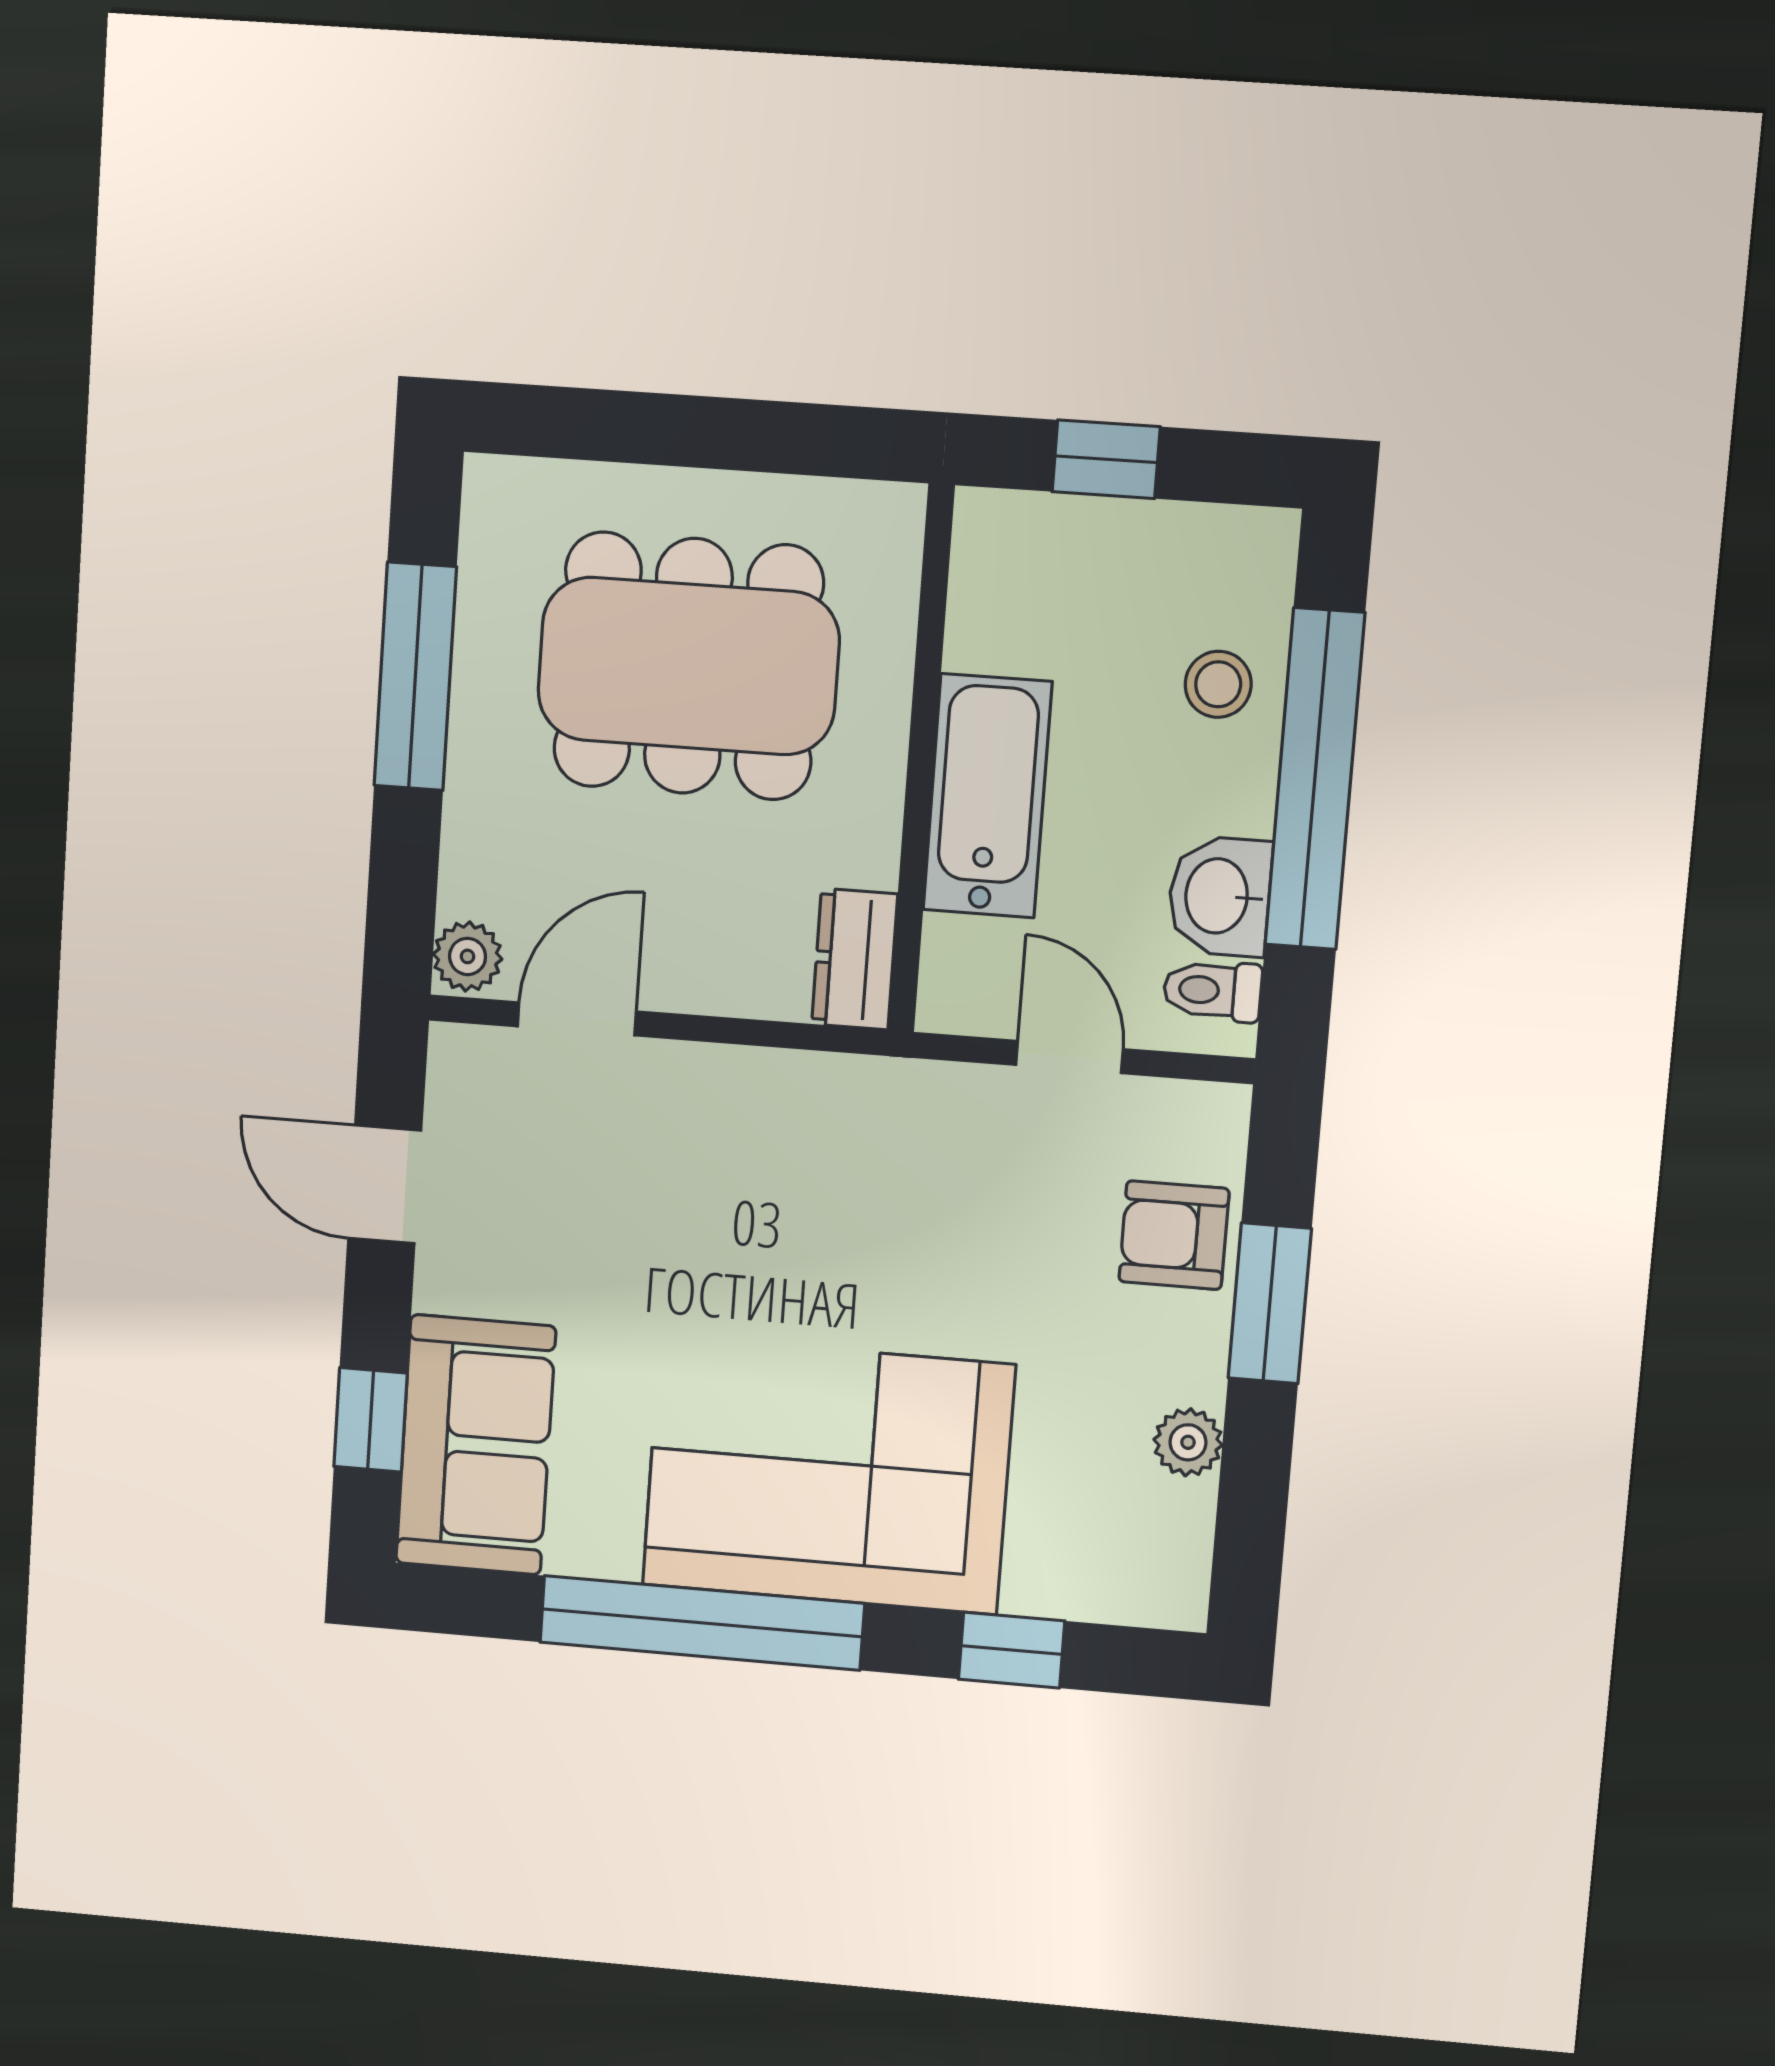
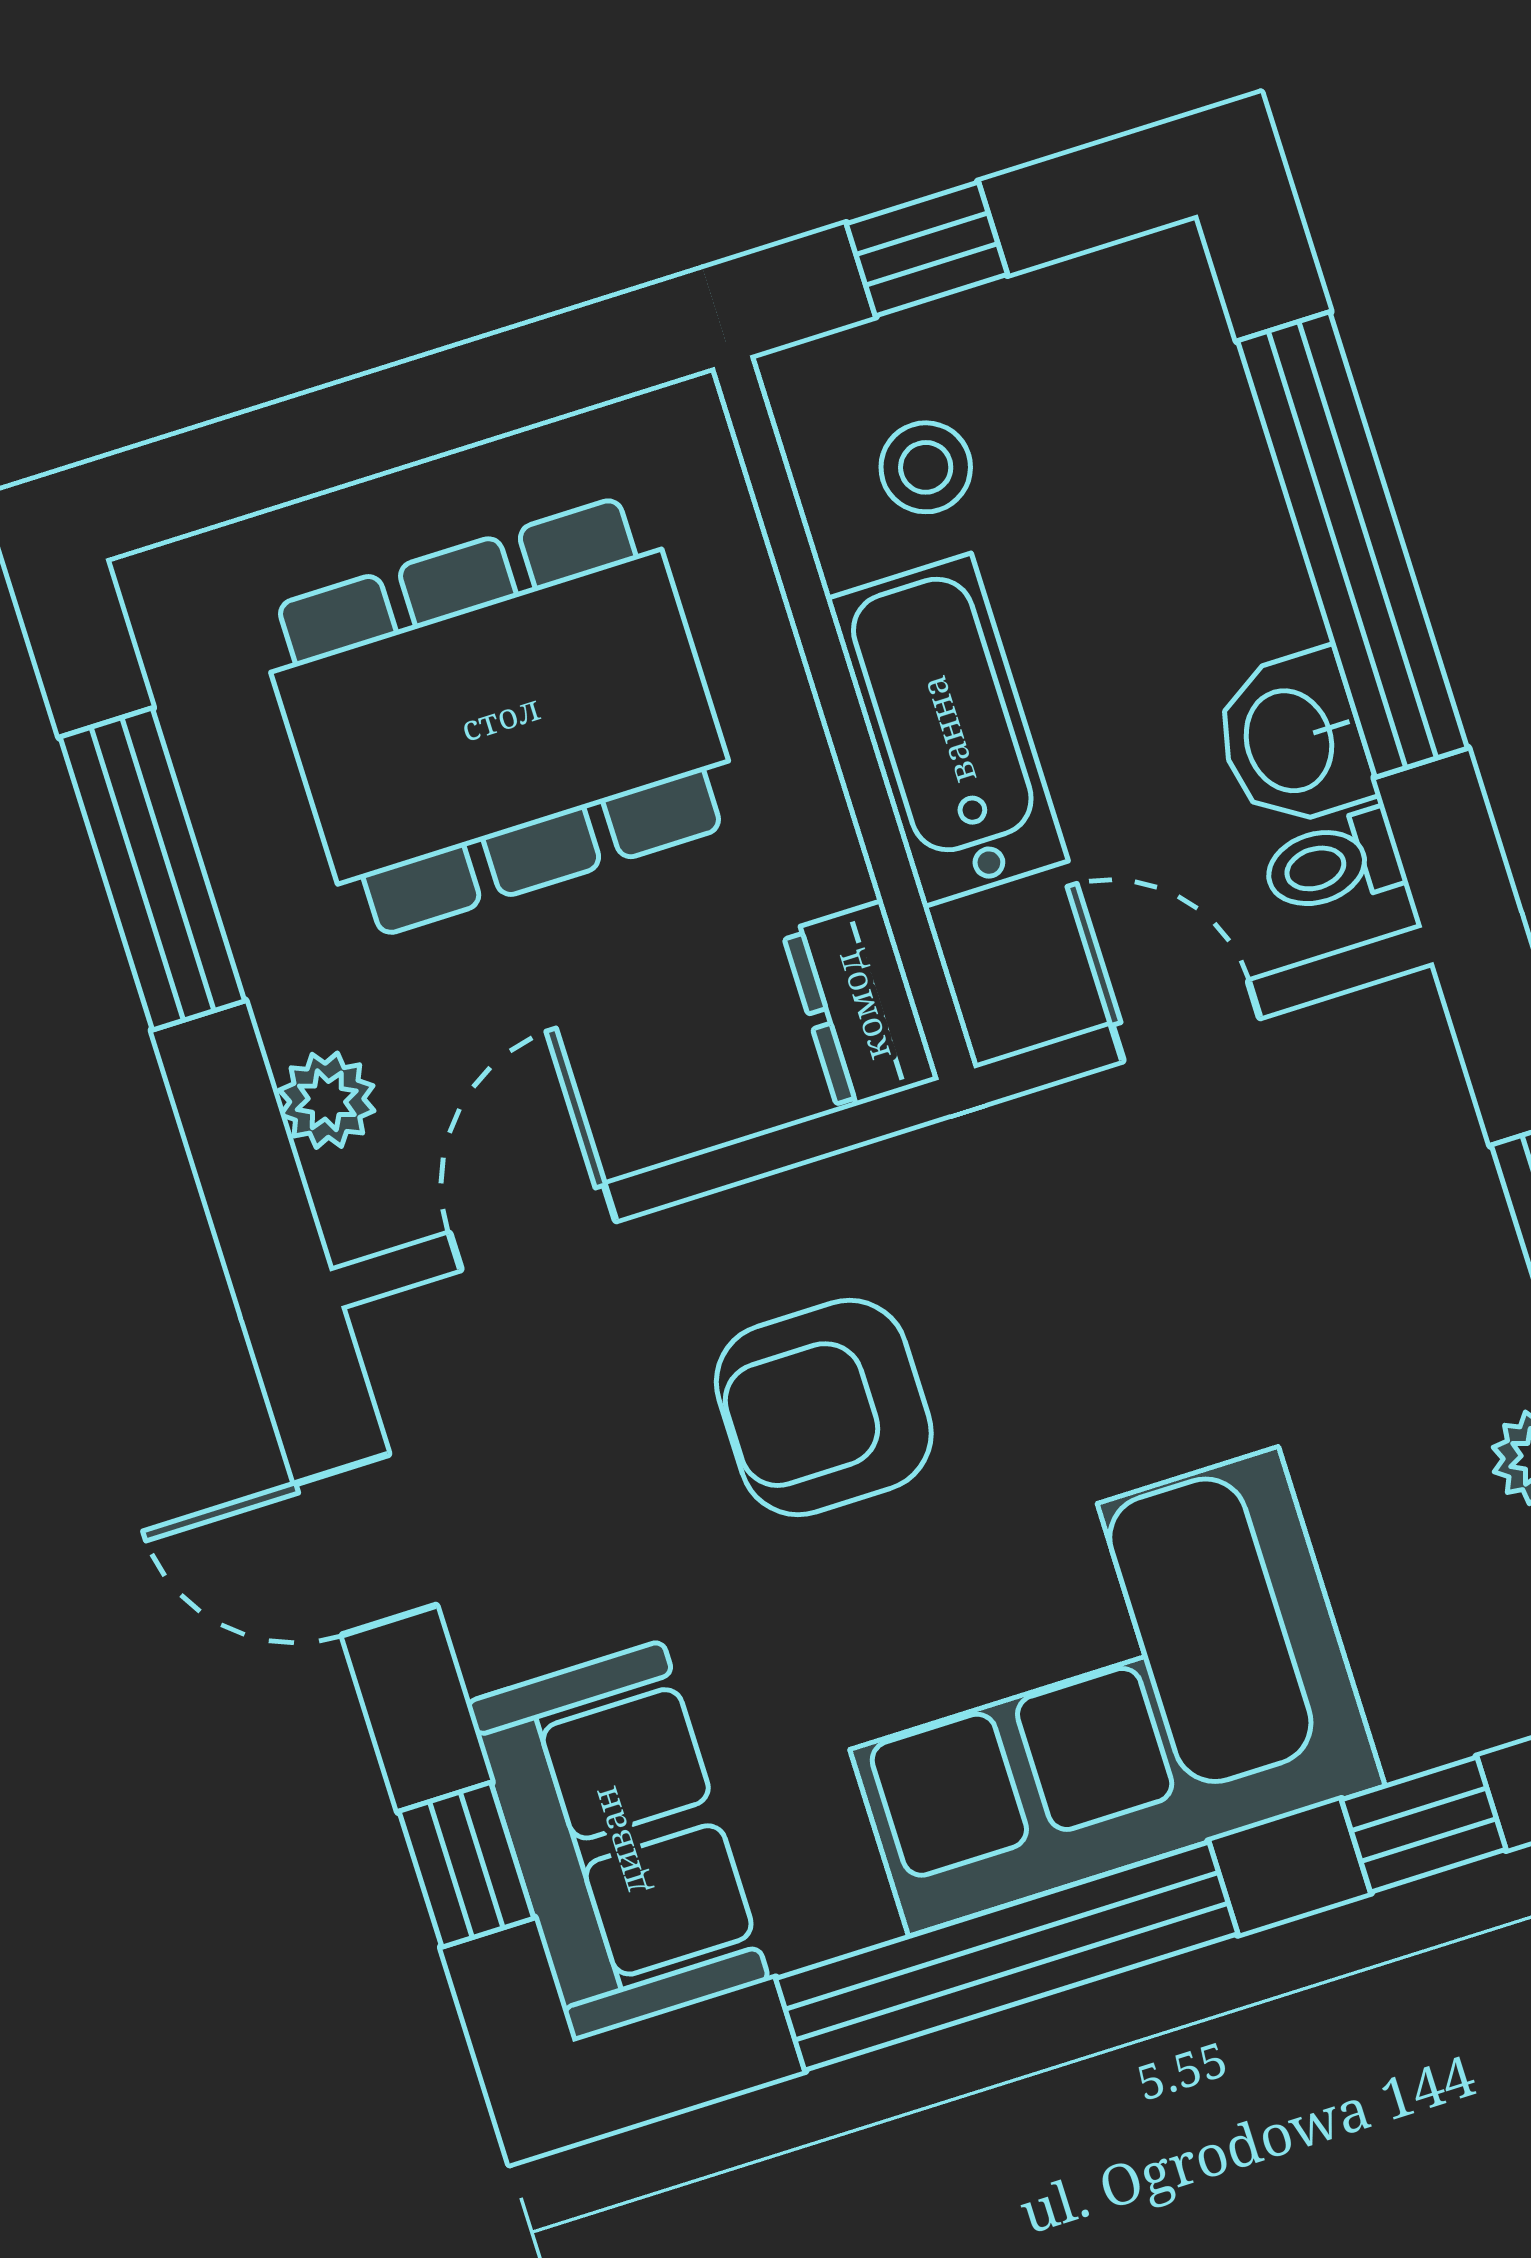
stool: (1218, 684) -> (926, 467), moved
plant: (468, 956) -> (327, 1100), moved
armchair: (1174, 1235) -> (824, 1408), moved, width x1.38, depth x1.38

